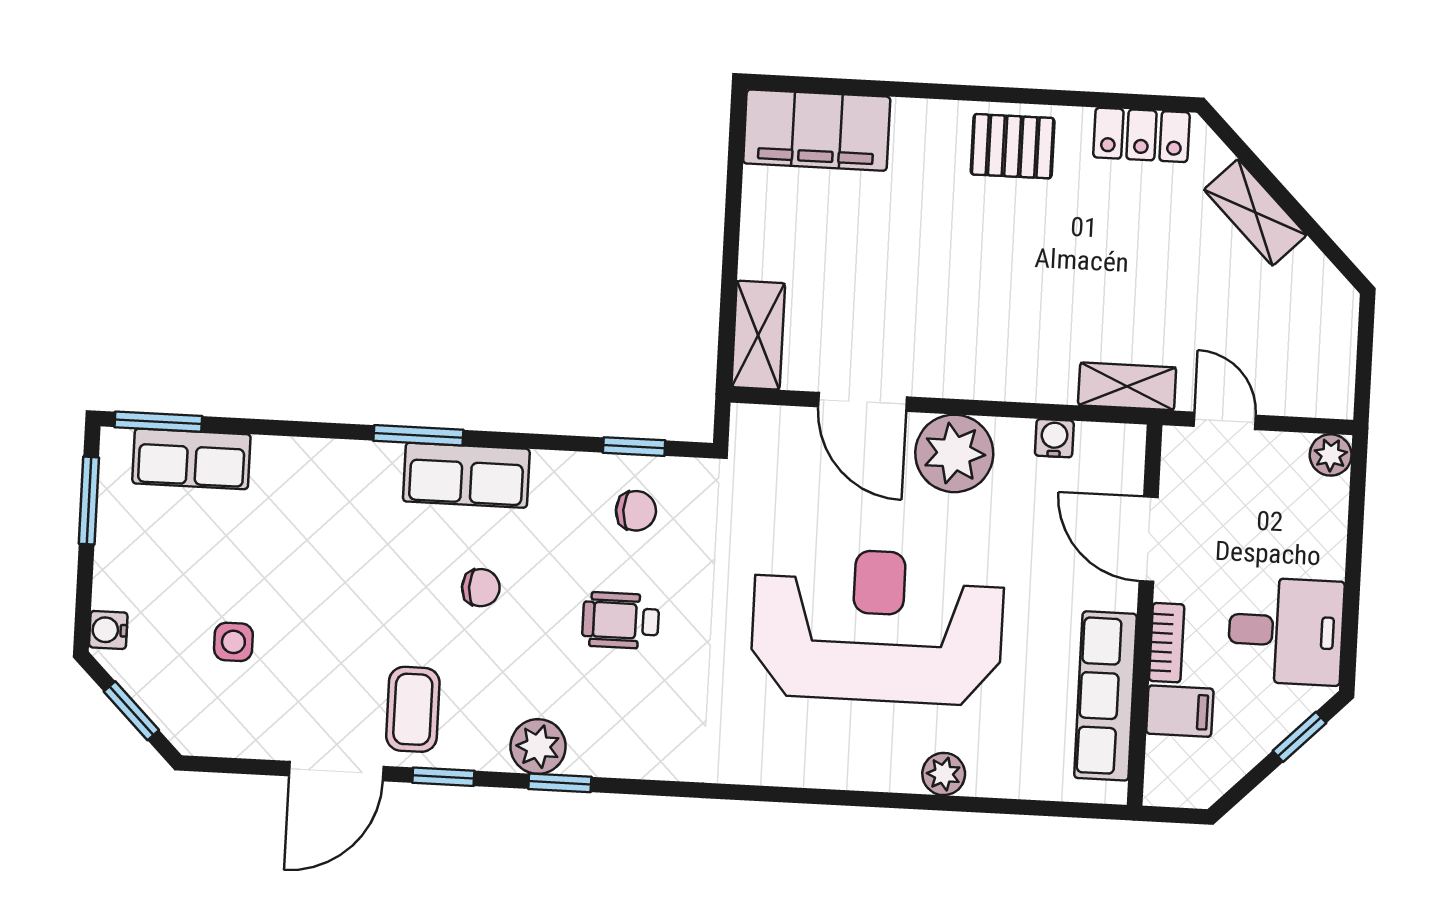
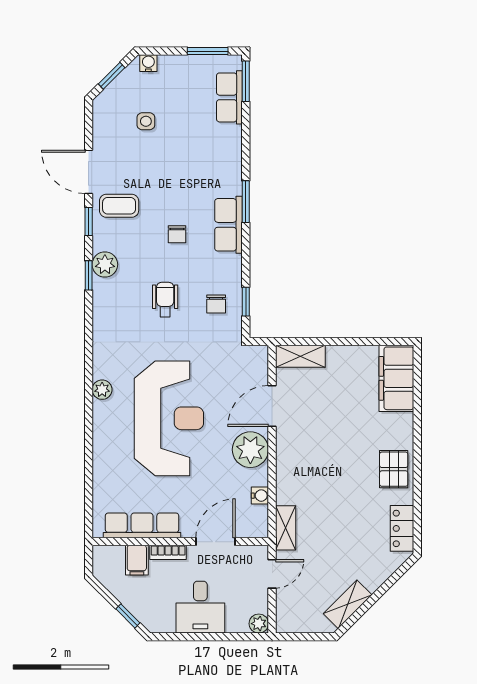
shelving: (1255, 212) -> (348, 604), moved
desk: (1286, 631) -> (200, 607), moved
plant: (944, 774) -> (102, 390), moved

